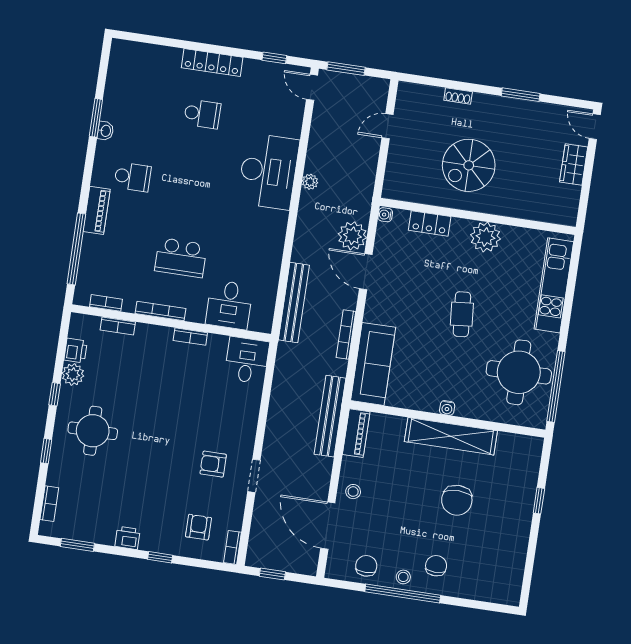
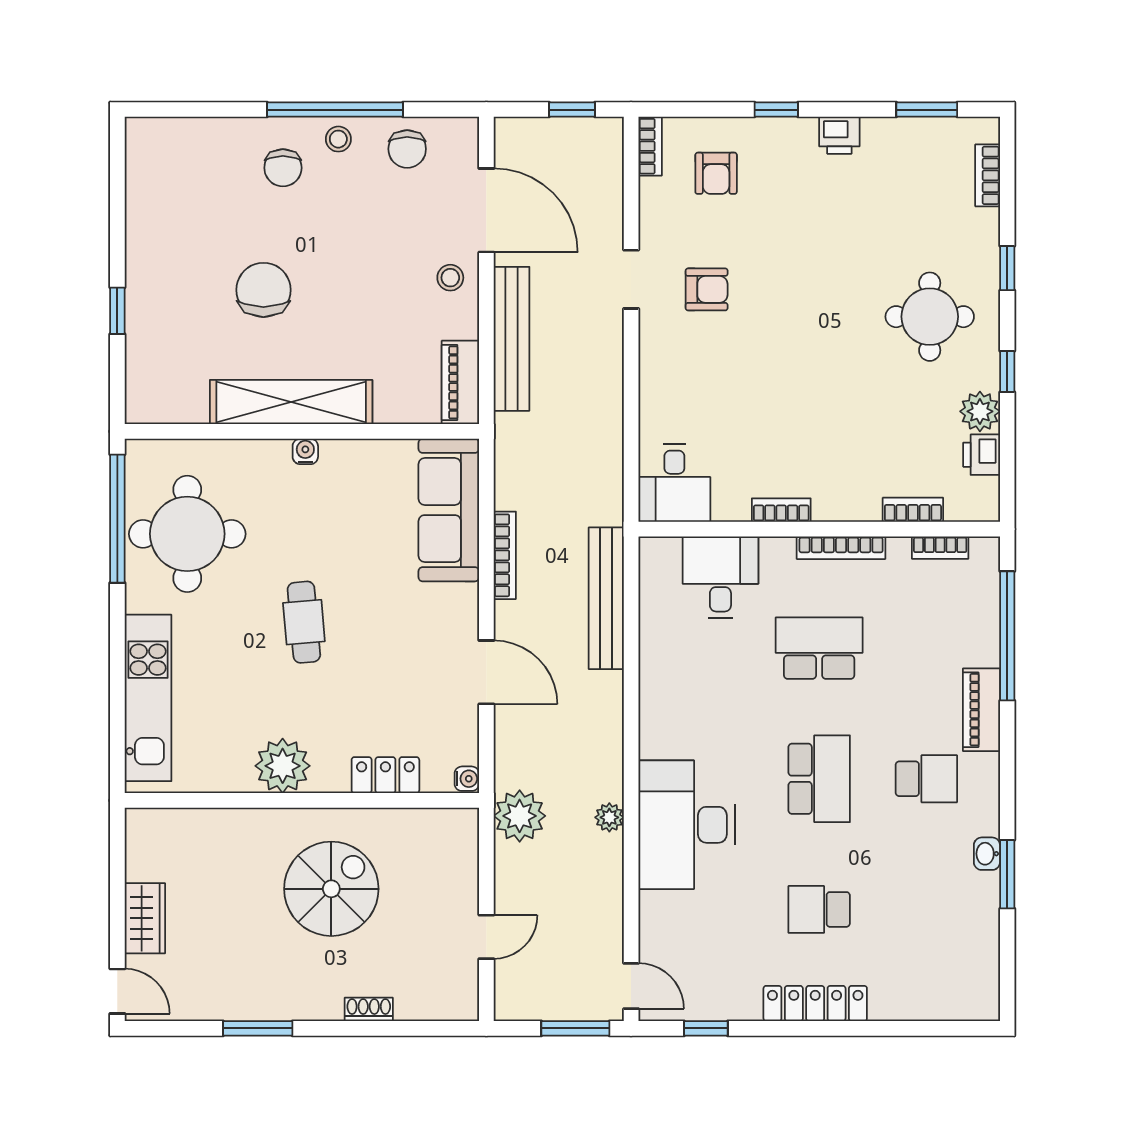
school desk: (133, 177) -> (926, 779), turned 180
school desk: (192, 186) -> (819, 779), added
plant: (352, 236) -> (520, 816), moved
bench: (330, 416) -> (511, 339), moved

